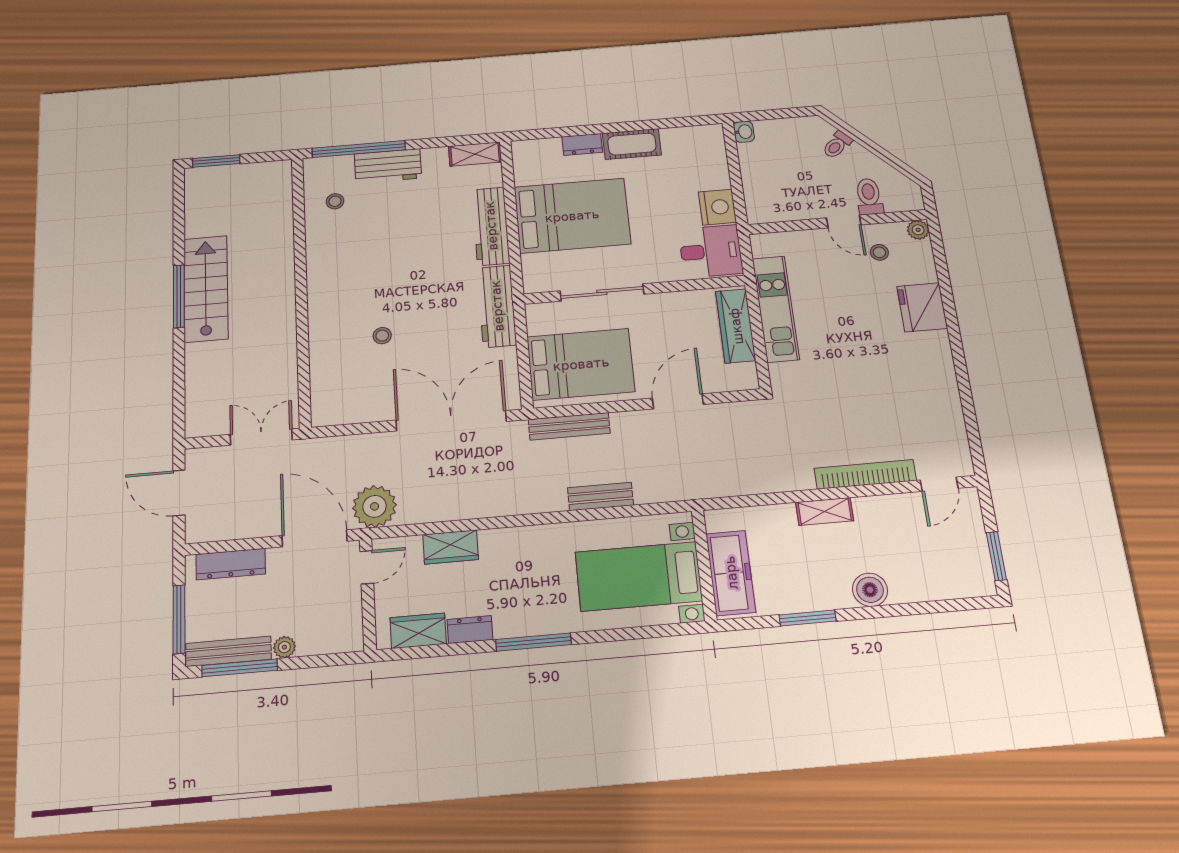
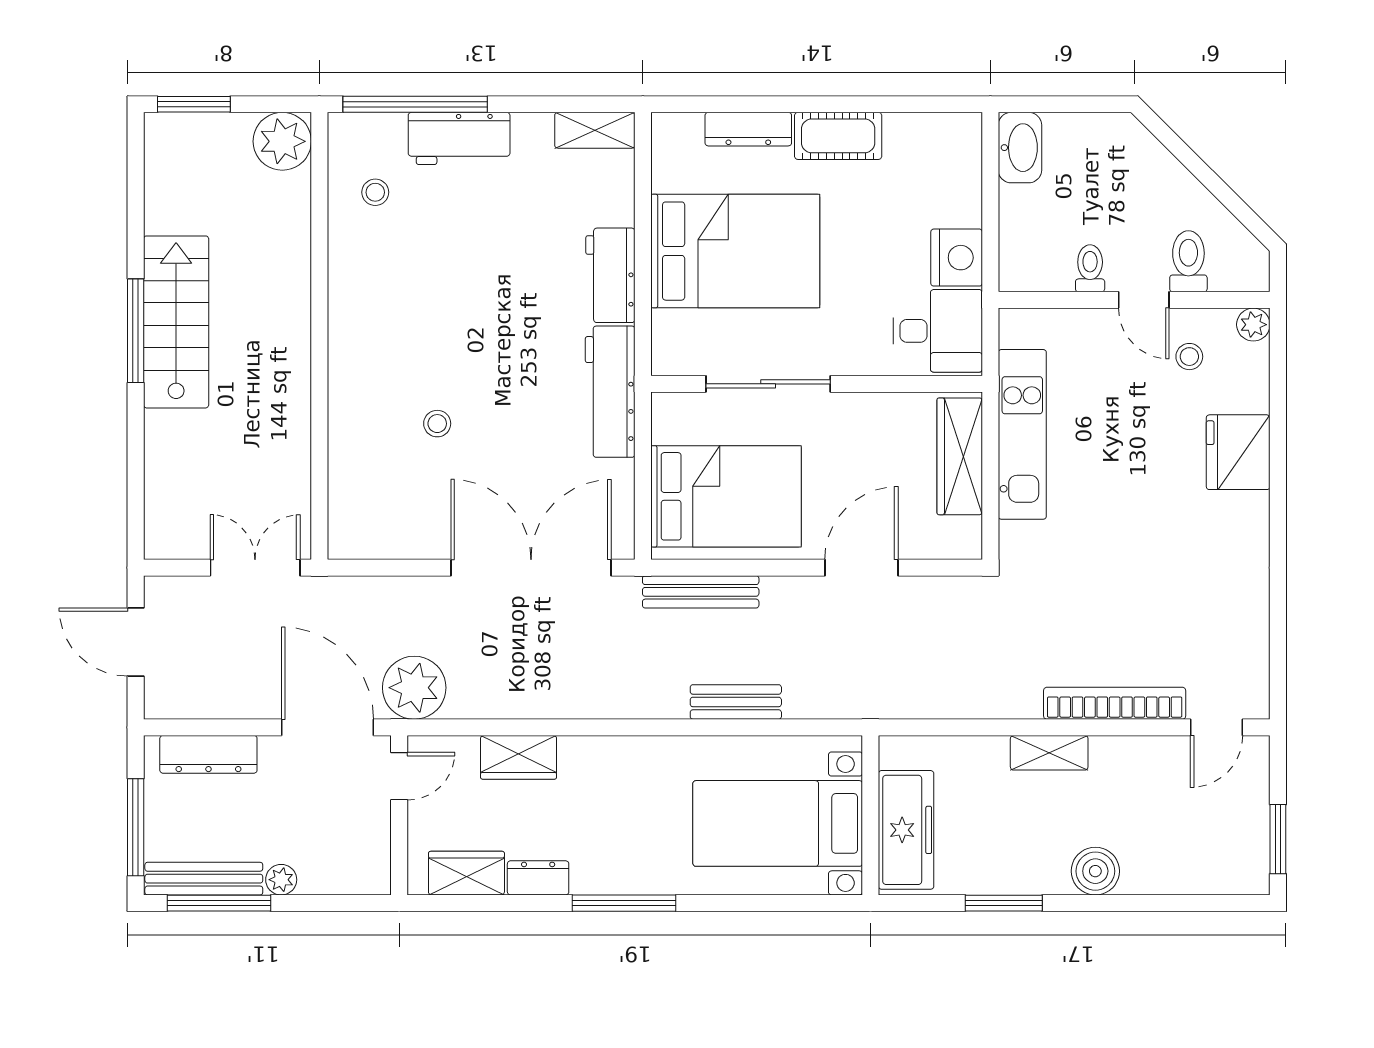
washbasin: (744, 132) -> (1020, 148), width x1.91, depth x1.45
dresser: (582, 144) -> (748, 129), width x1.44
toilet: (837, 145) -> (1090, 268), moved, turned 135
plant: (274, 177) -> (282, 141), added
workbench: (491, 226) -> (610, 275), width x0.73

